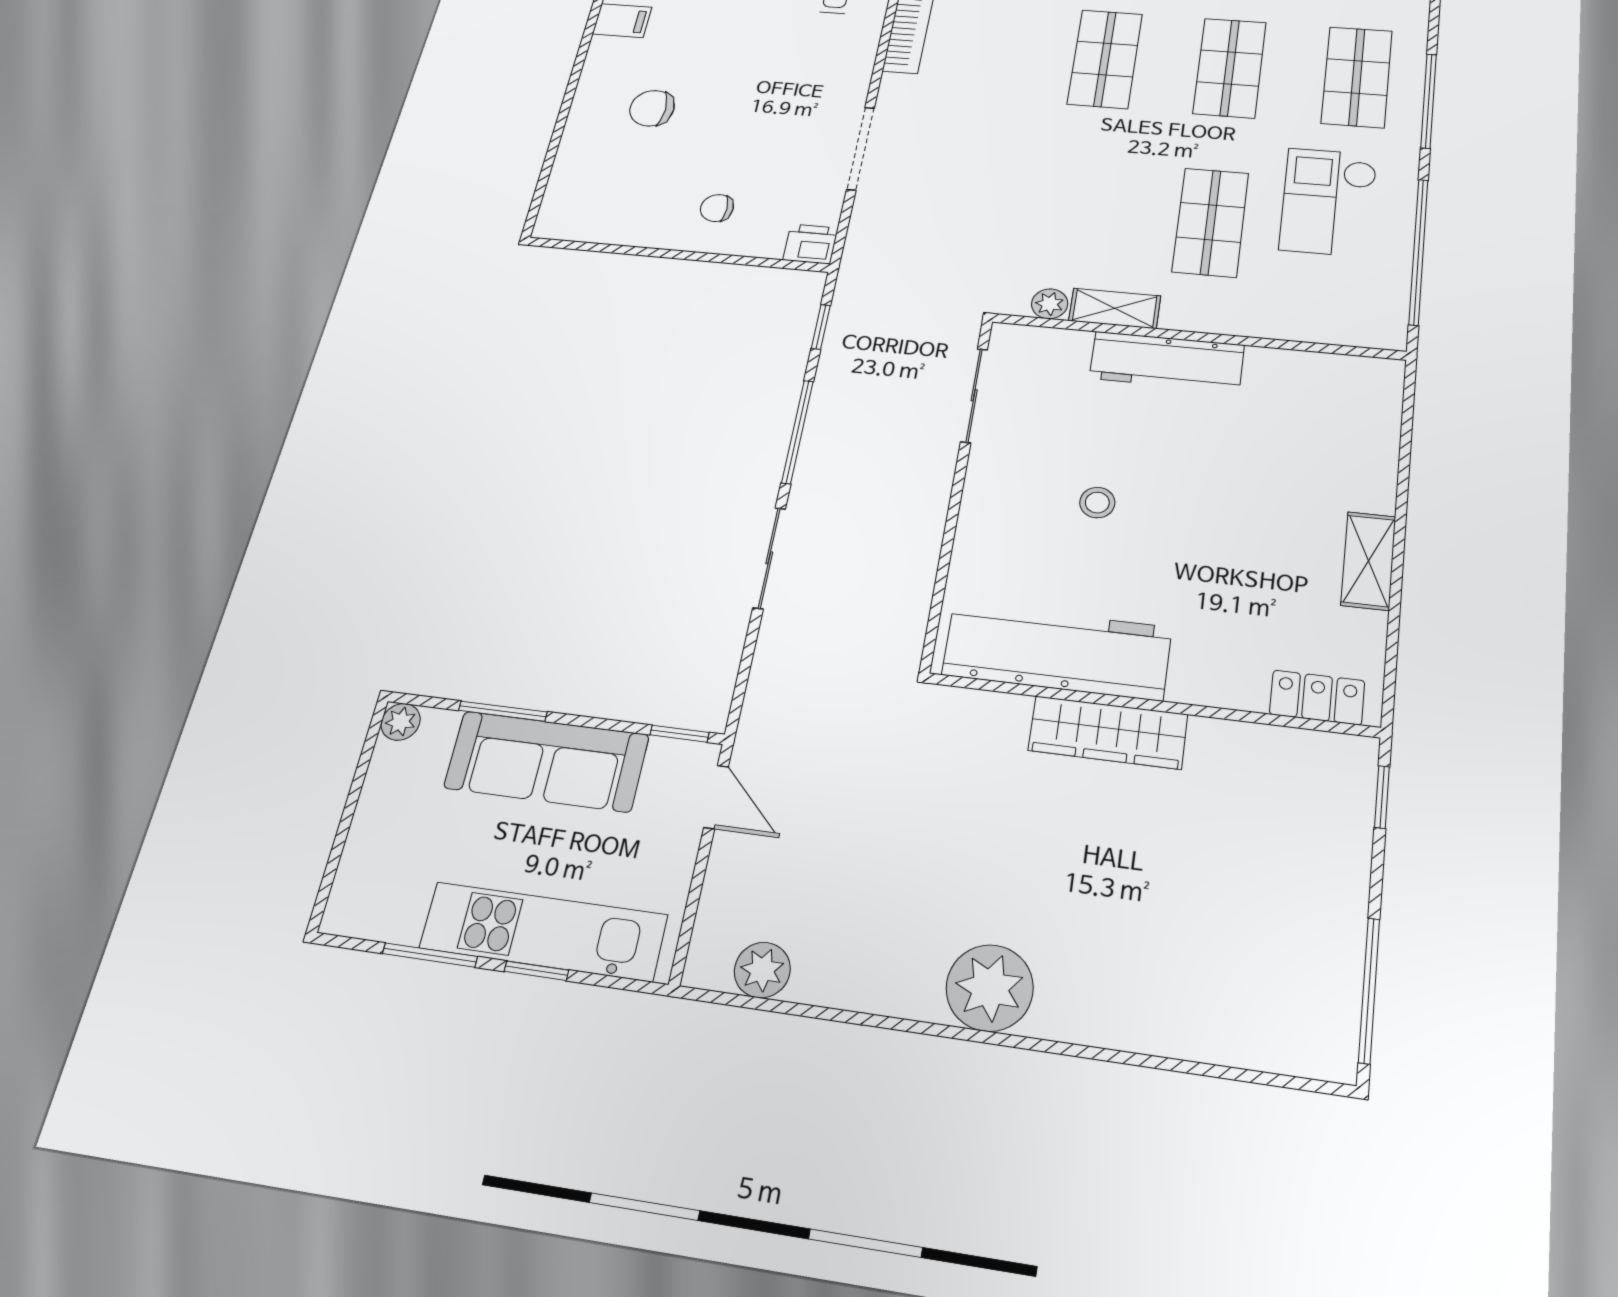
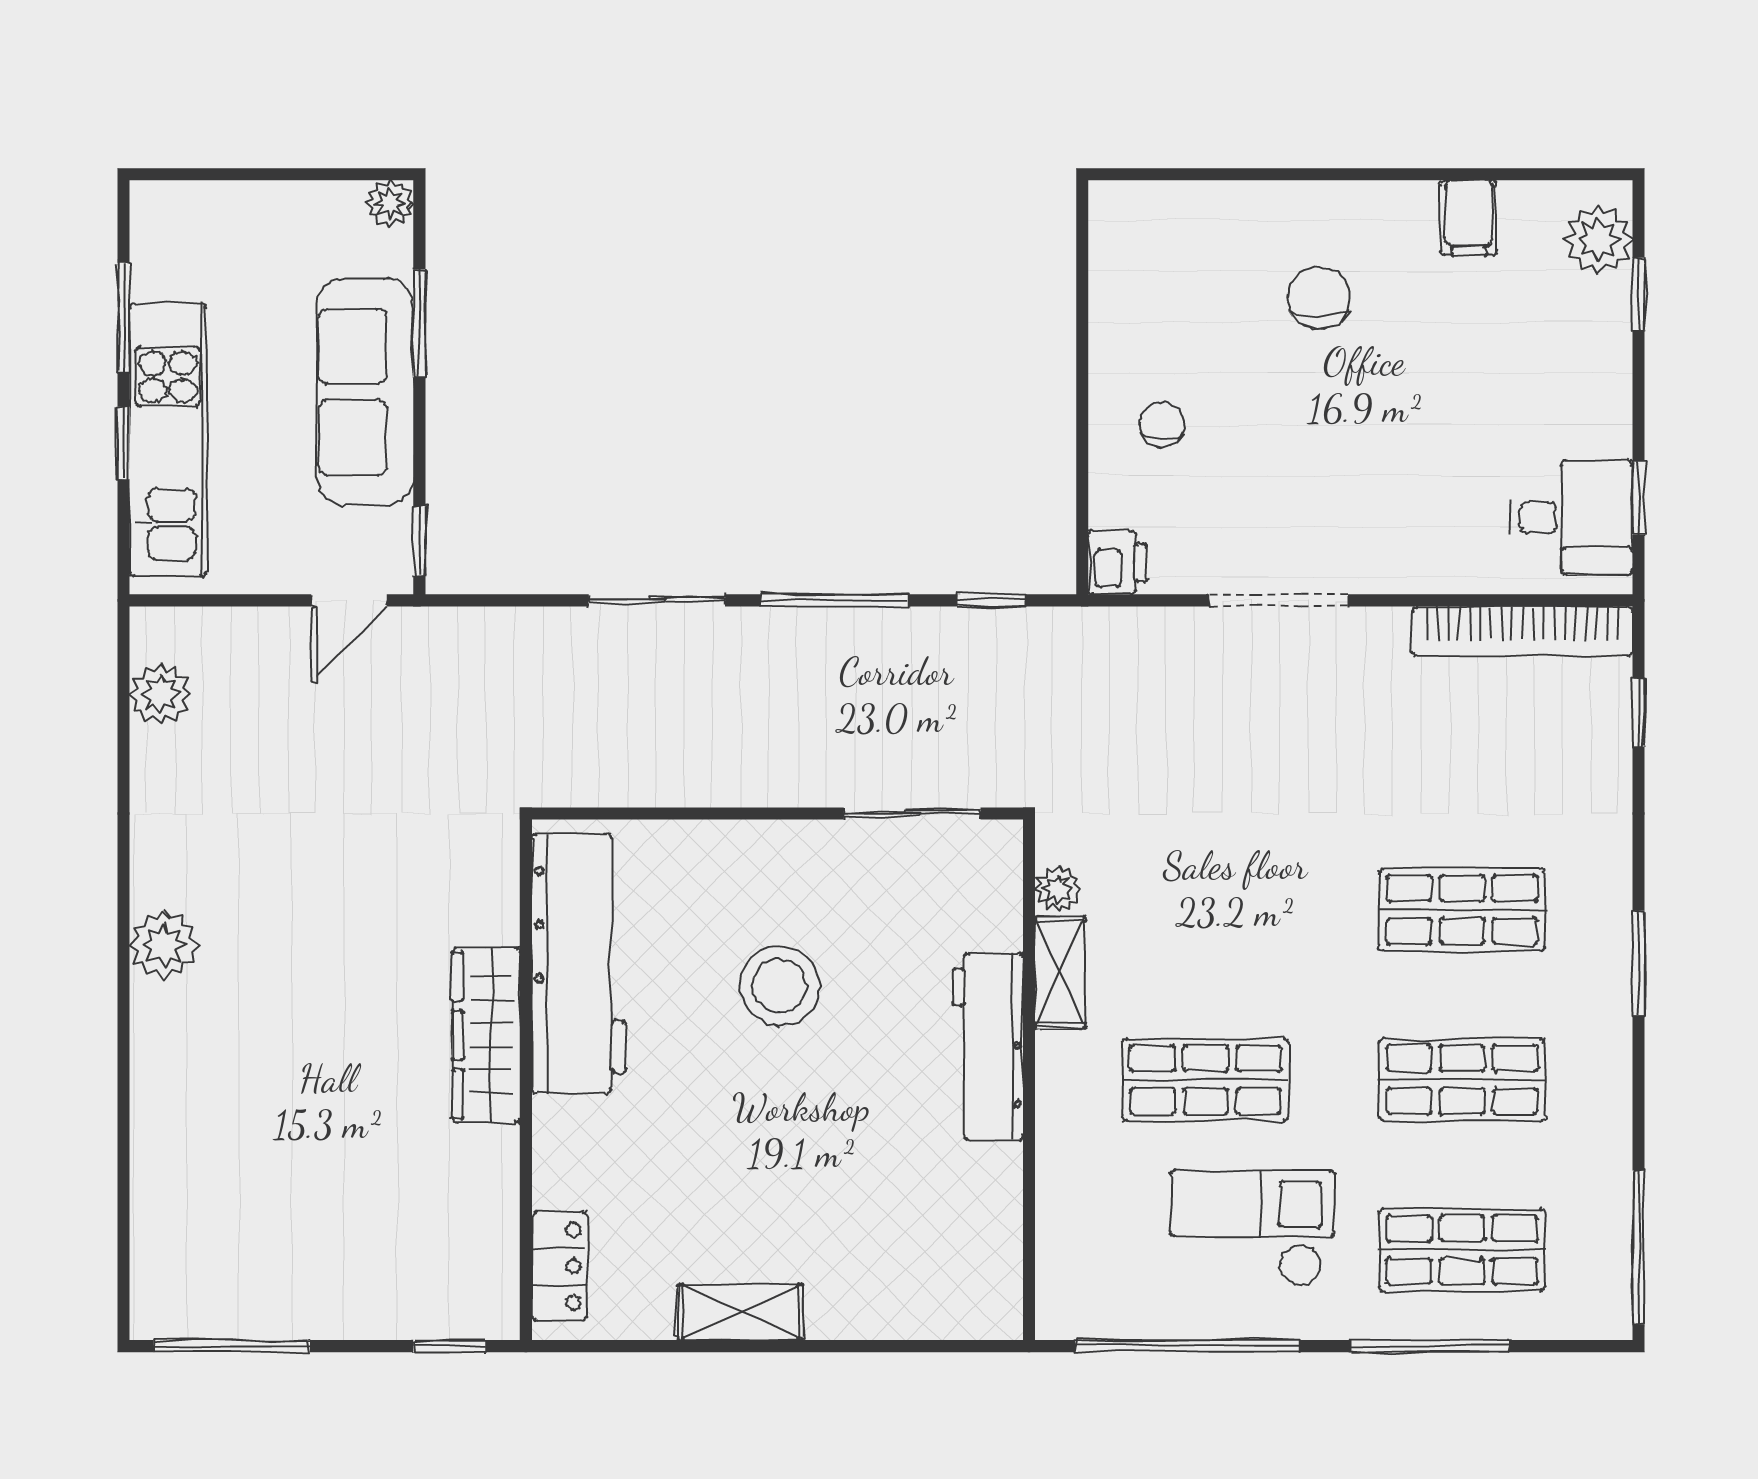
stool: (1097, 503) -> (780, 986), width x1.89, depth x1.89
plant: (990, 988) -> (164, 945), width x0.73, depth x0.73

